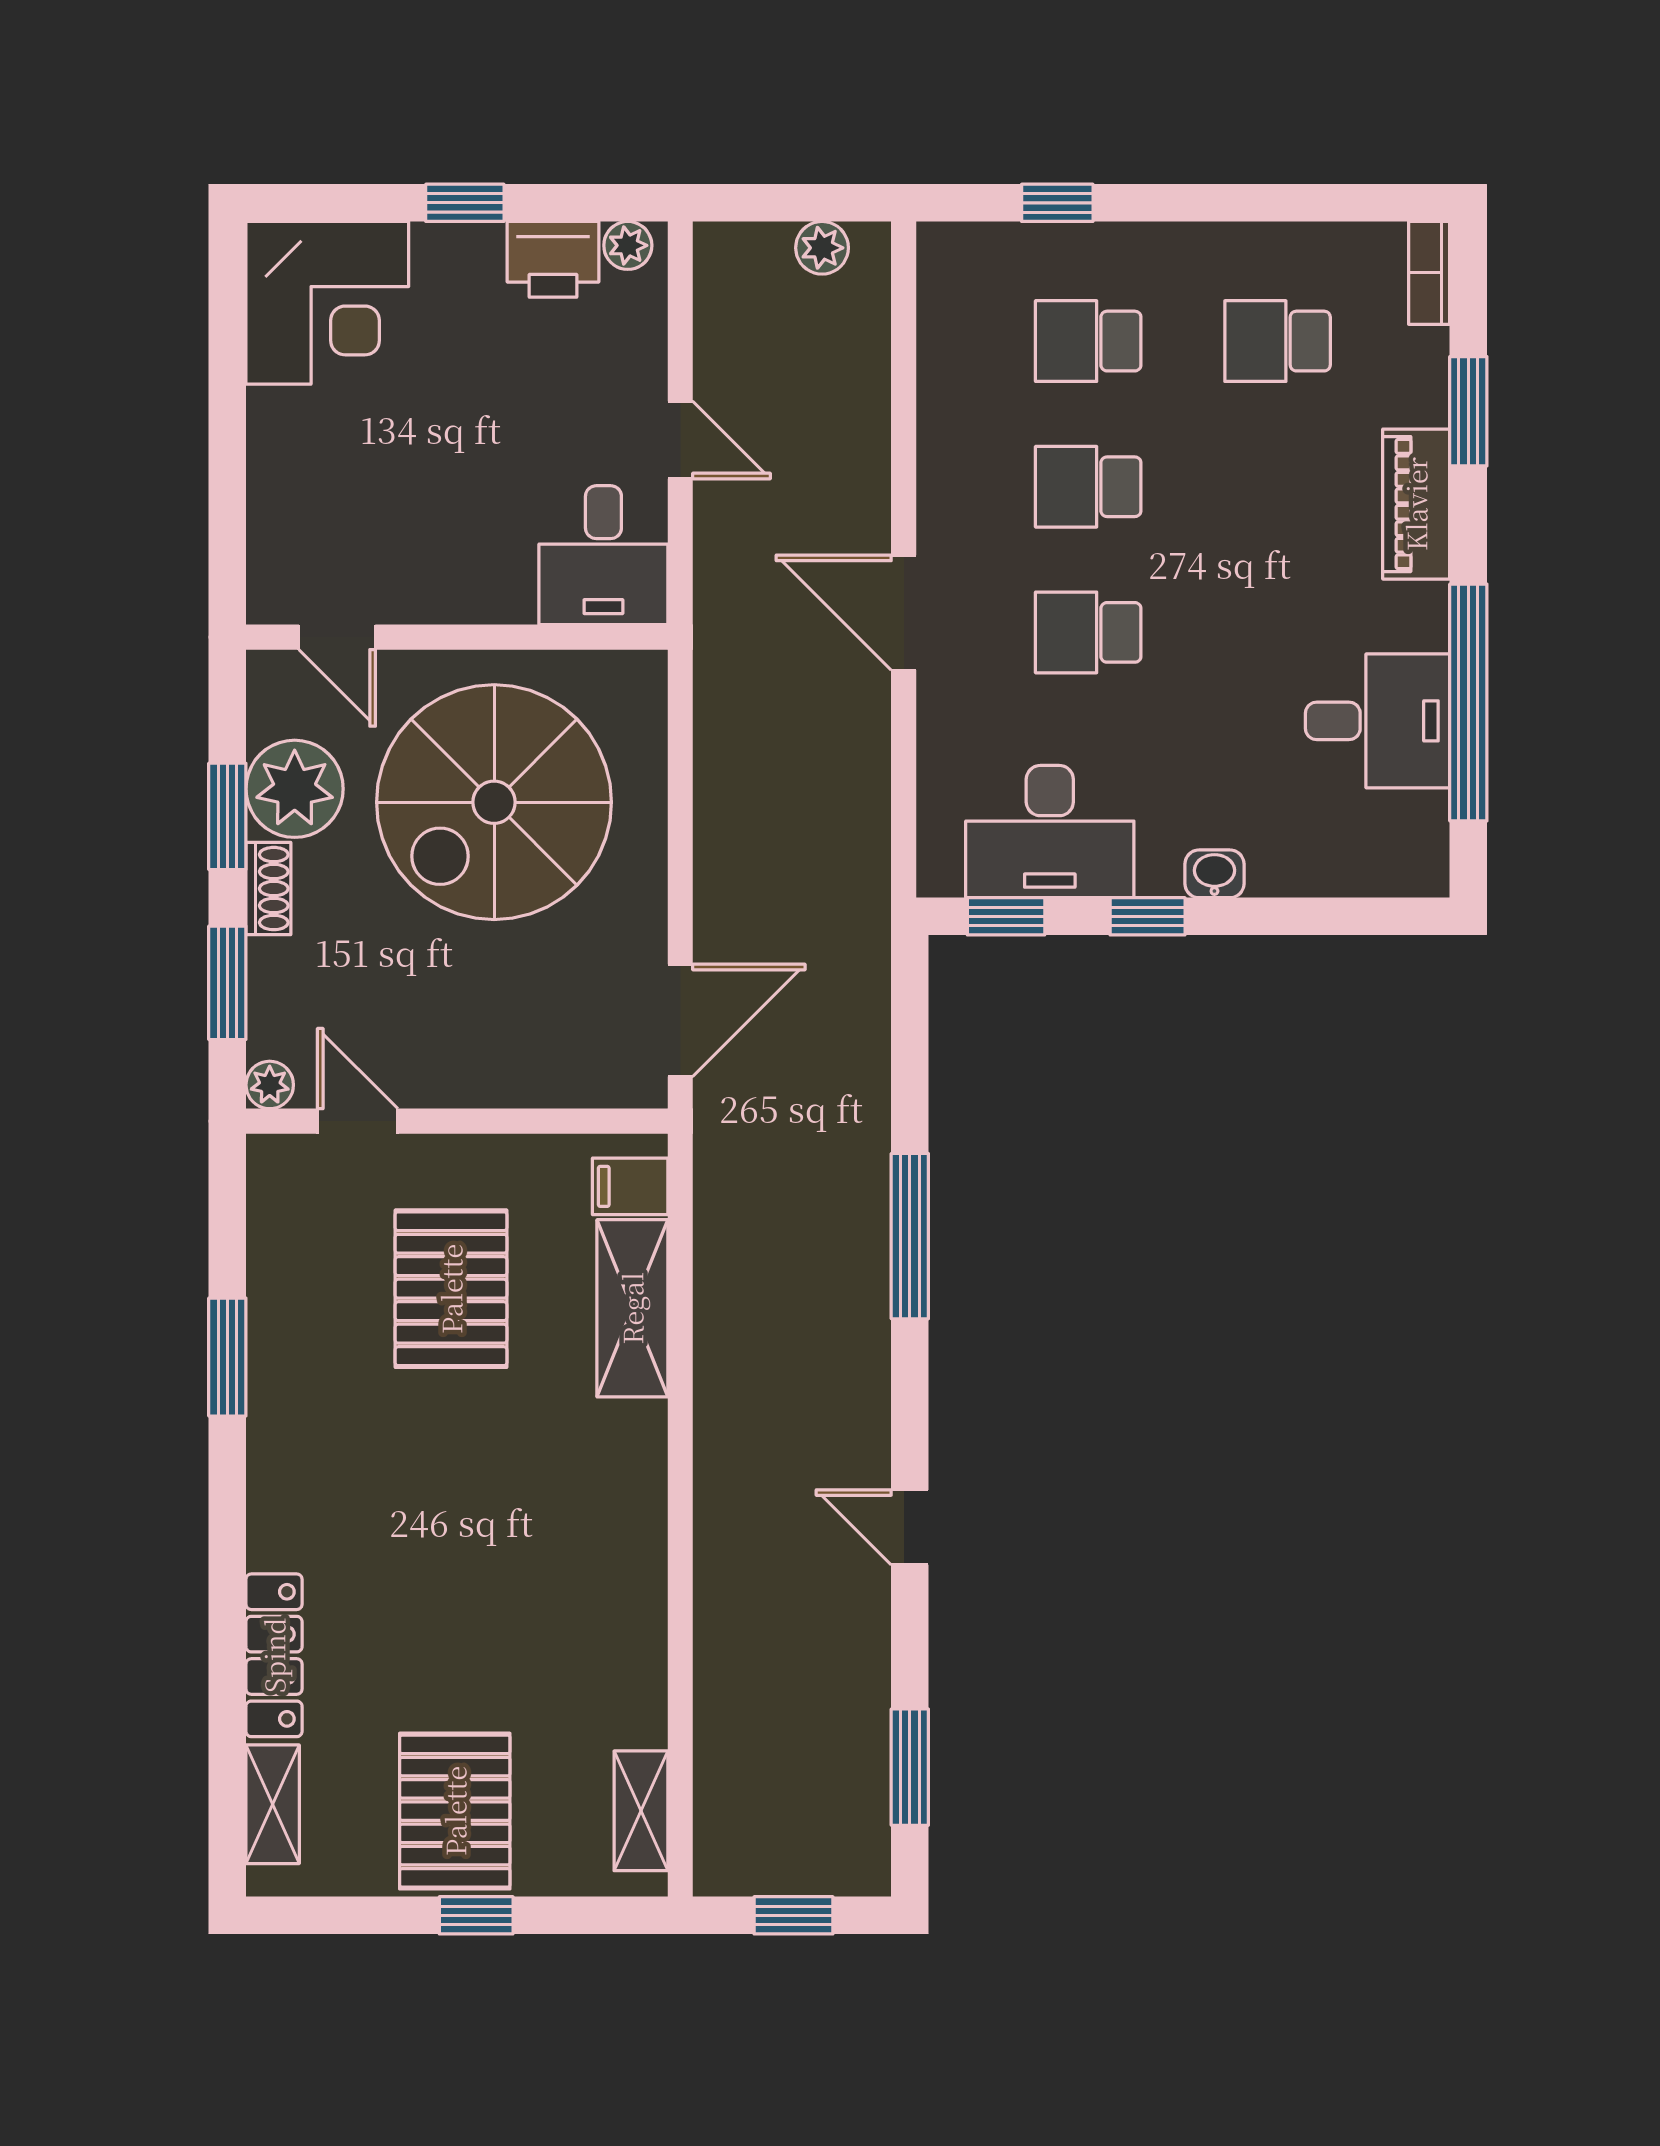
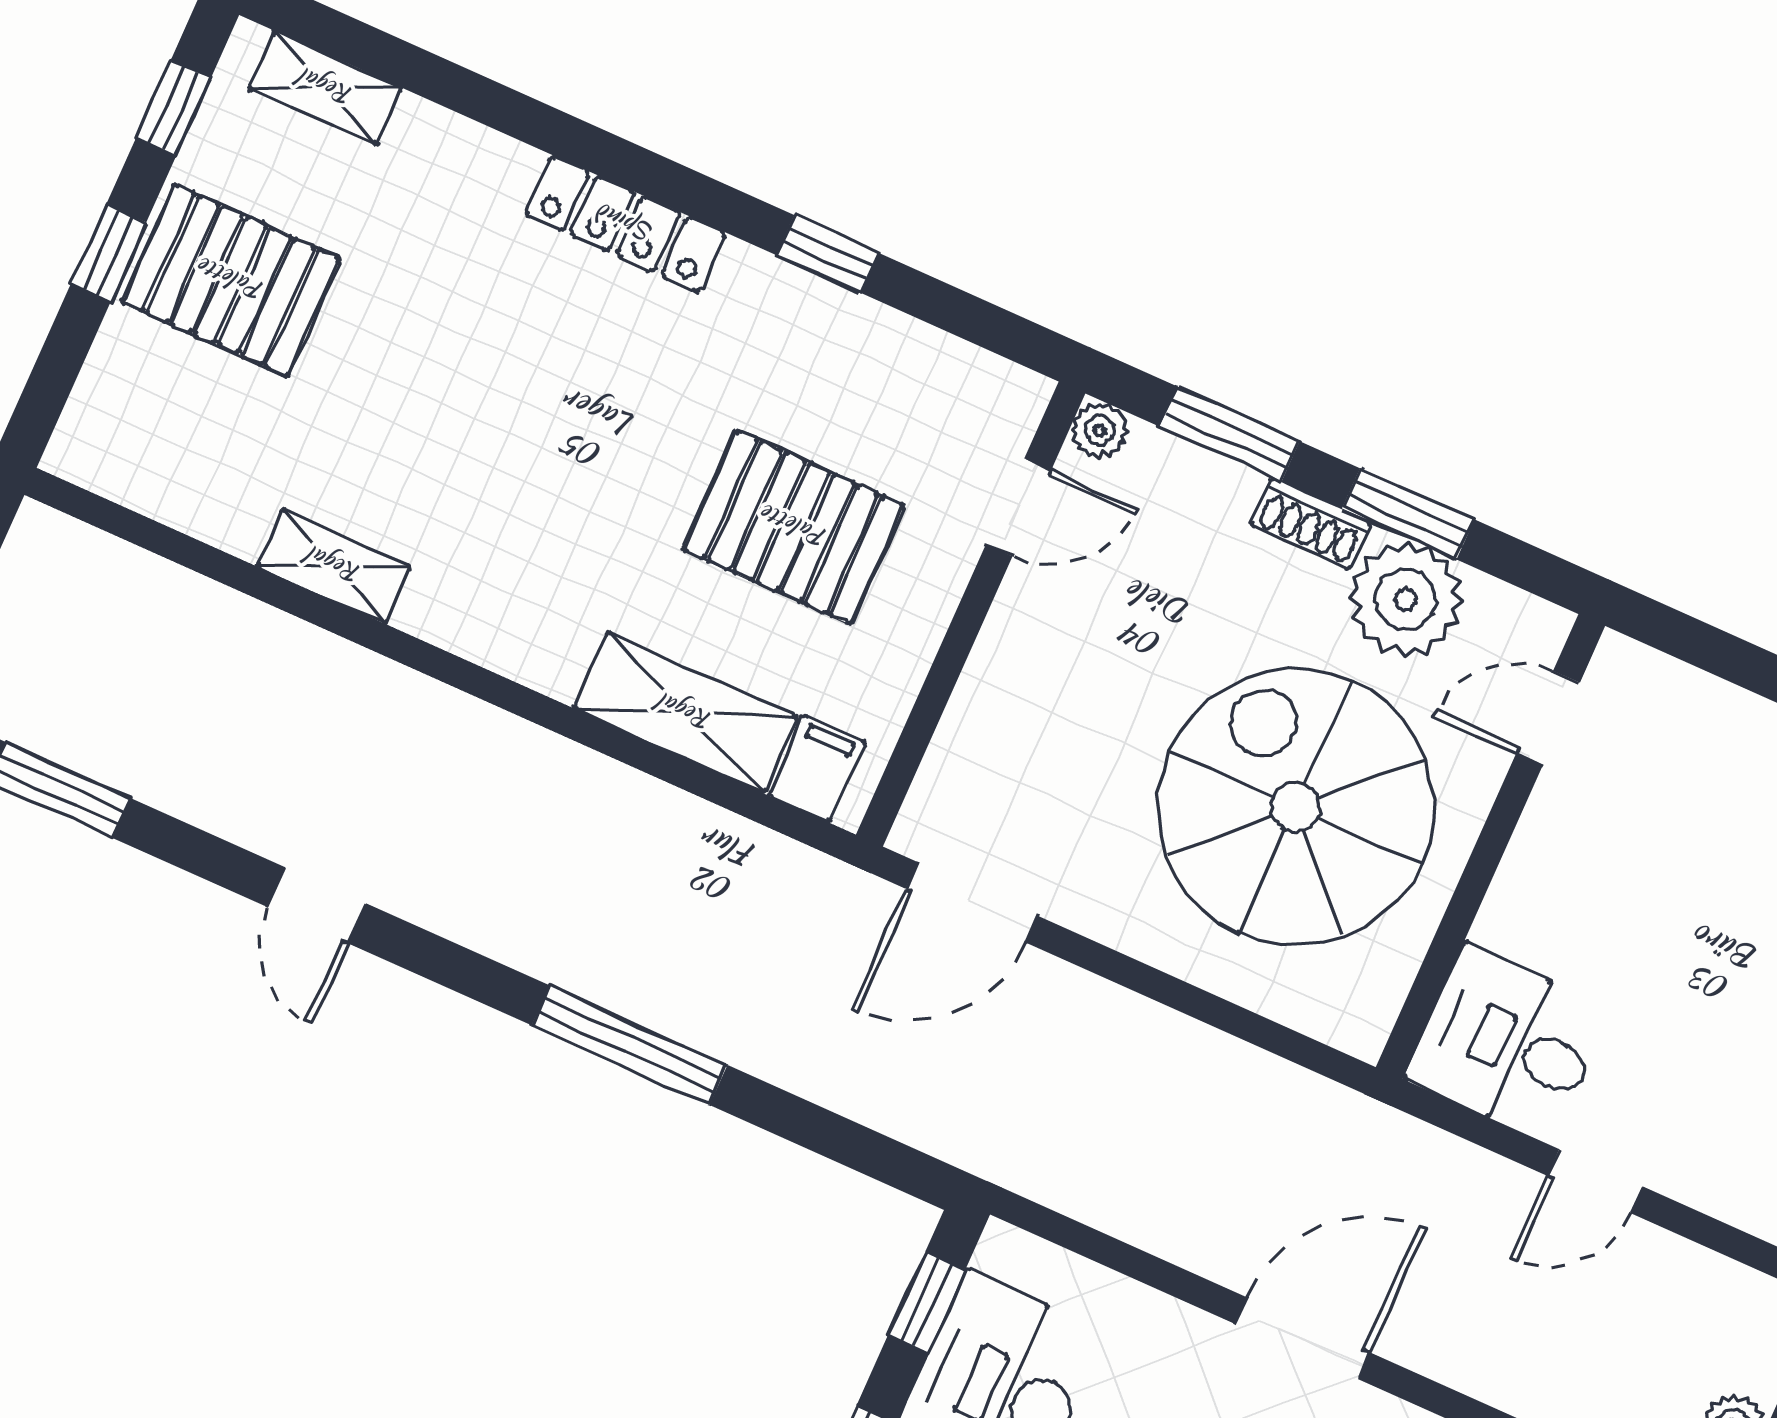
door: (680, 1020) -> (972, 902), hinge flipped
window: (227, 1357) -> (828, 254), width x0.67
door: (910, 1527) -> (317, 905), swing flipped
locker: (274, 1655) -> (625, 224), moved
shelving: (641, 1811) -> (334, 566), moved
window: (341, 1915) -> (173, 108), added

